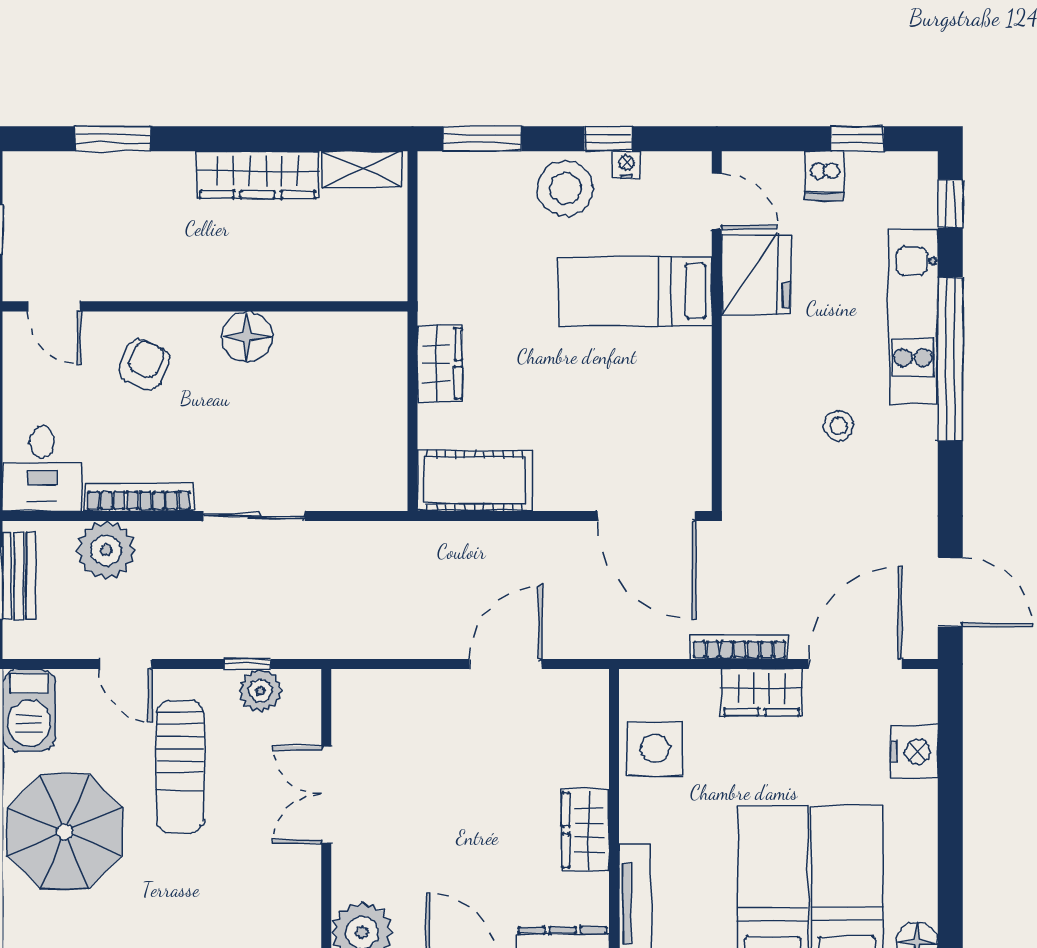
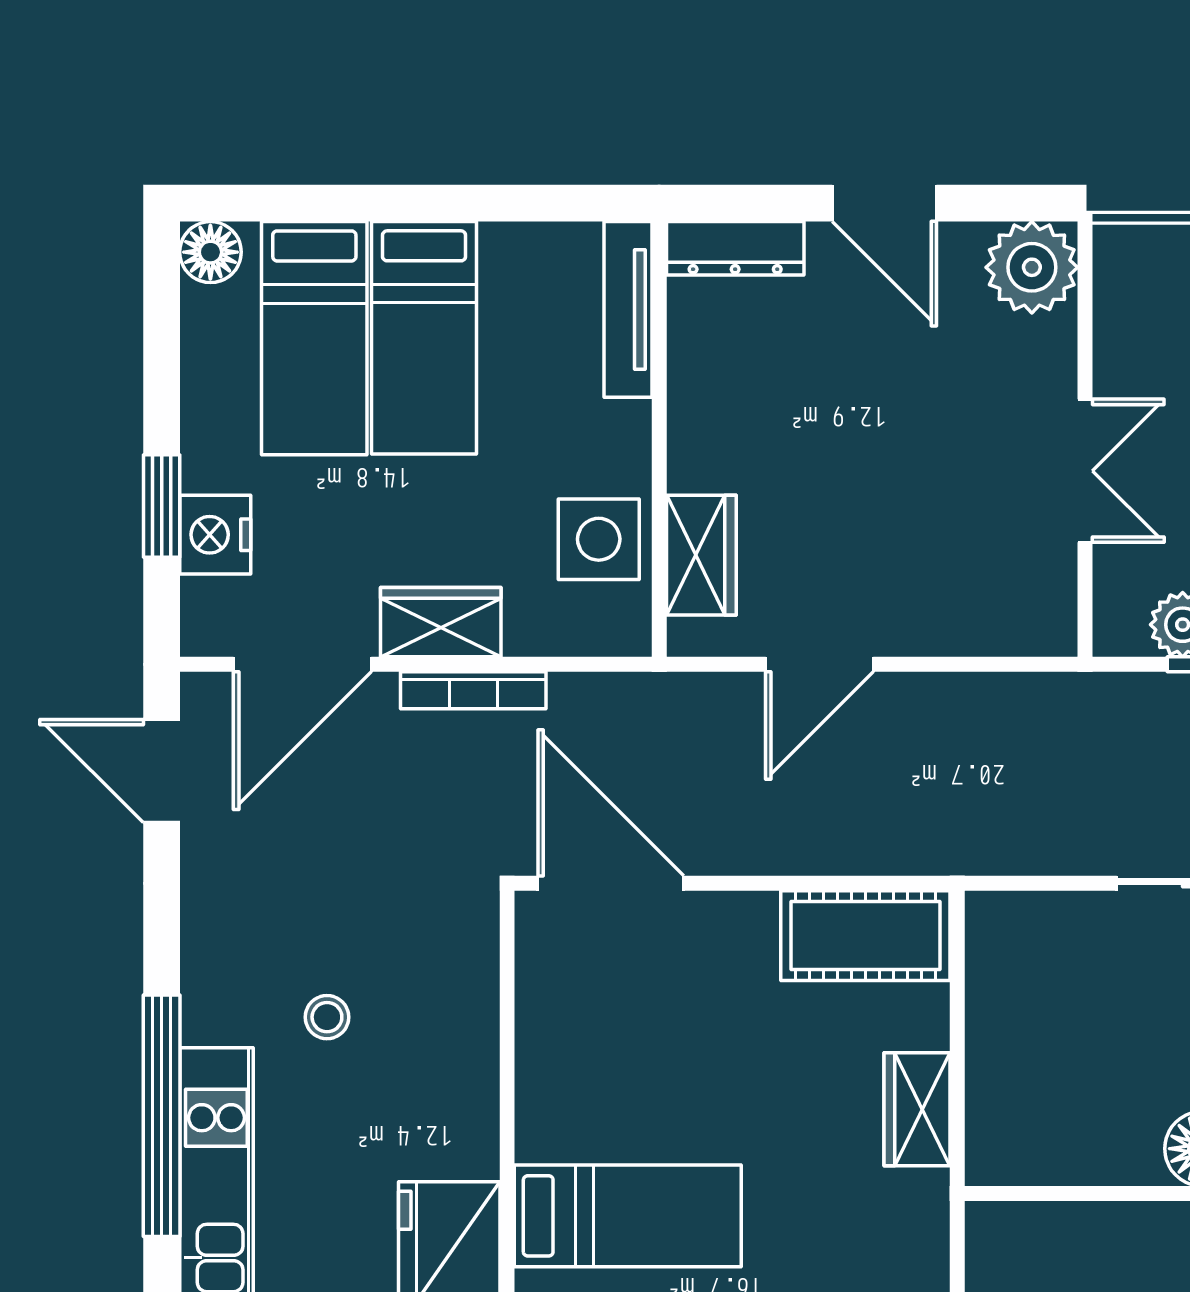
window: (950, 771) -> (162, 506), added
wardrobe: (586, 830) -> (701, 555), moved

